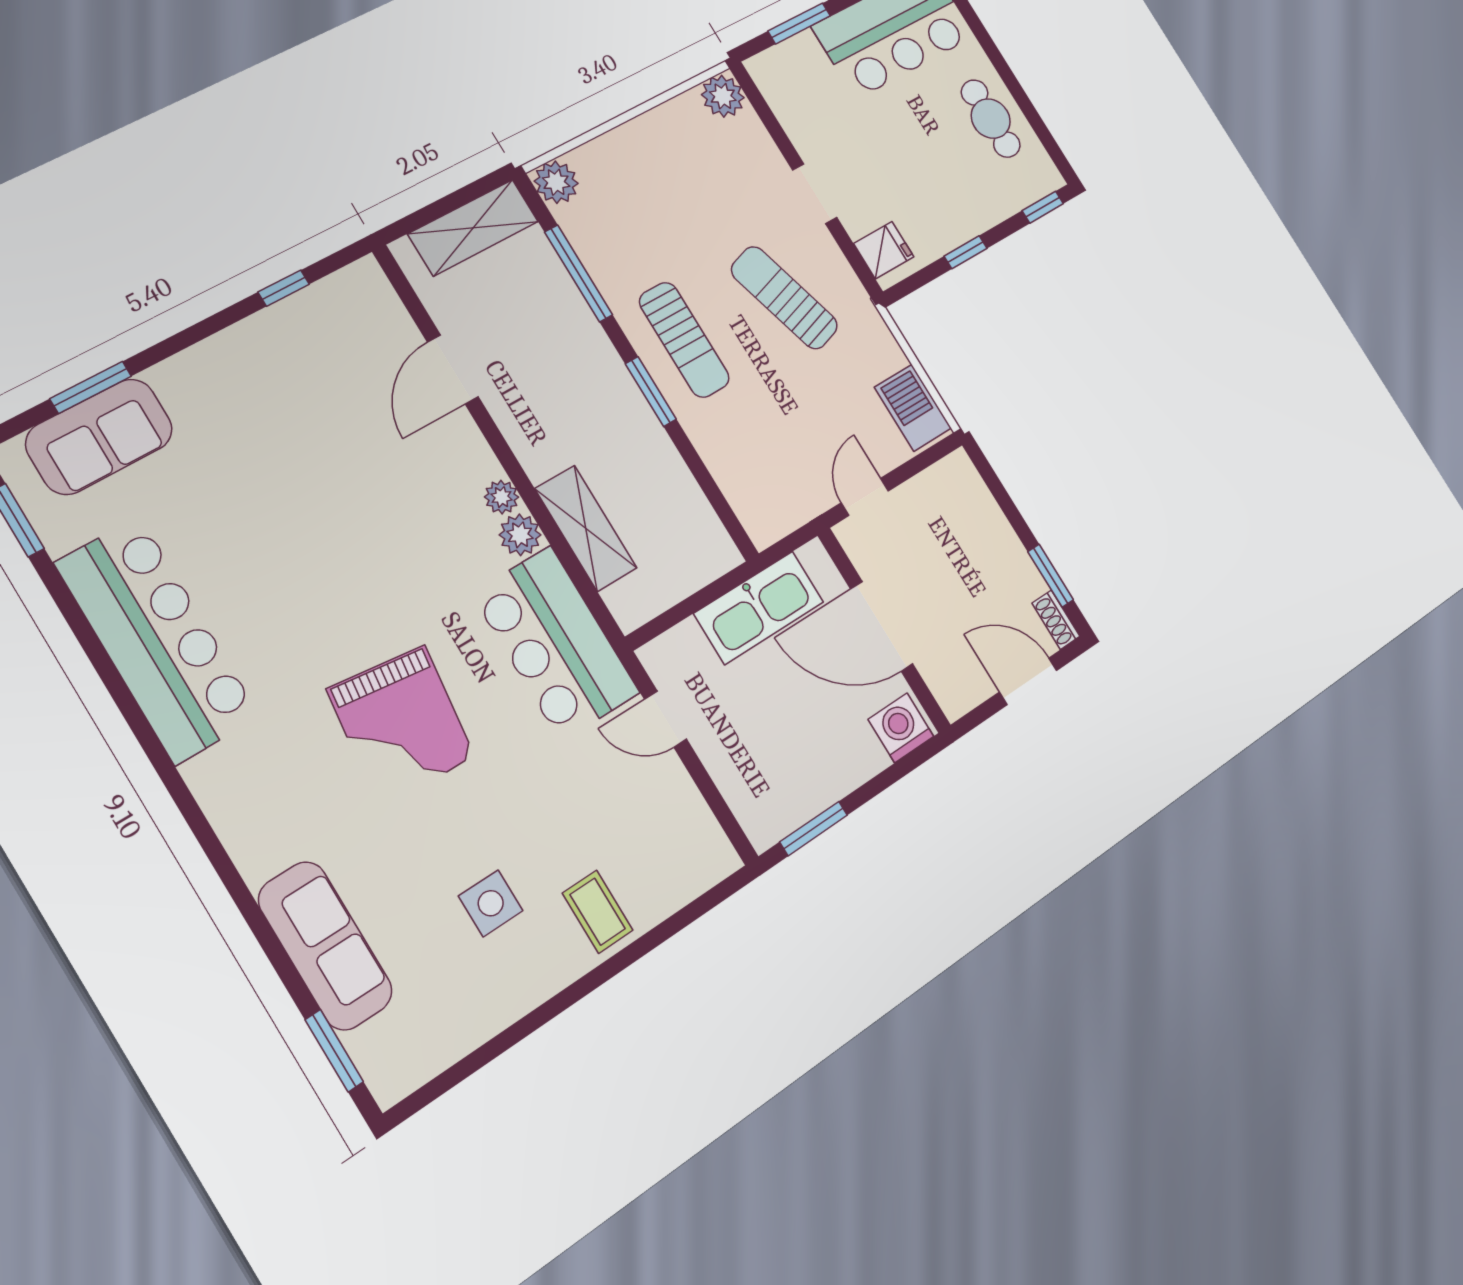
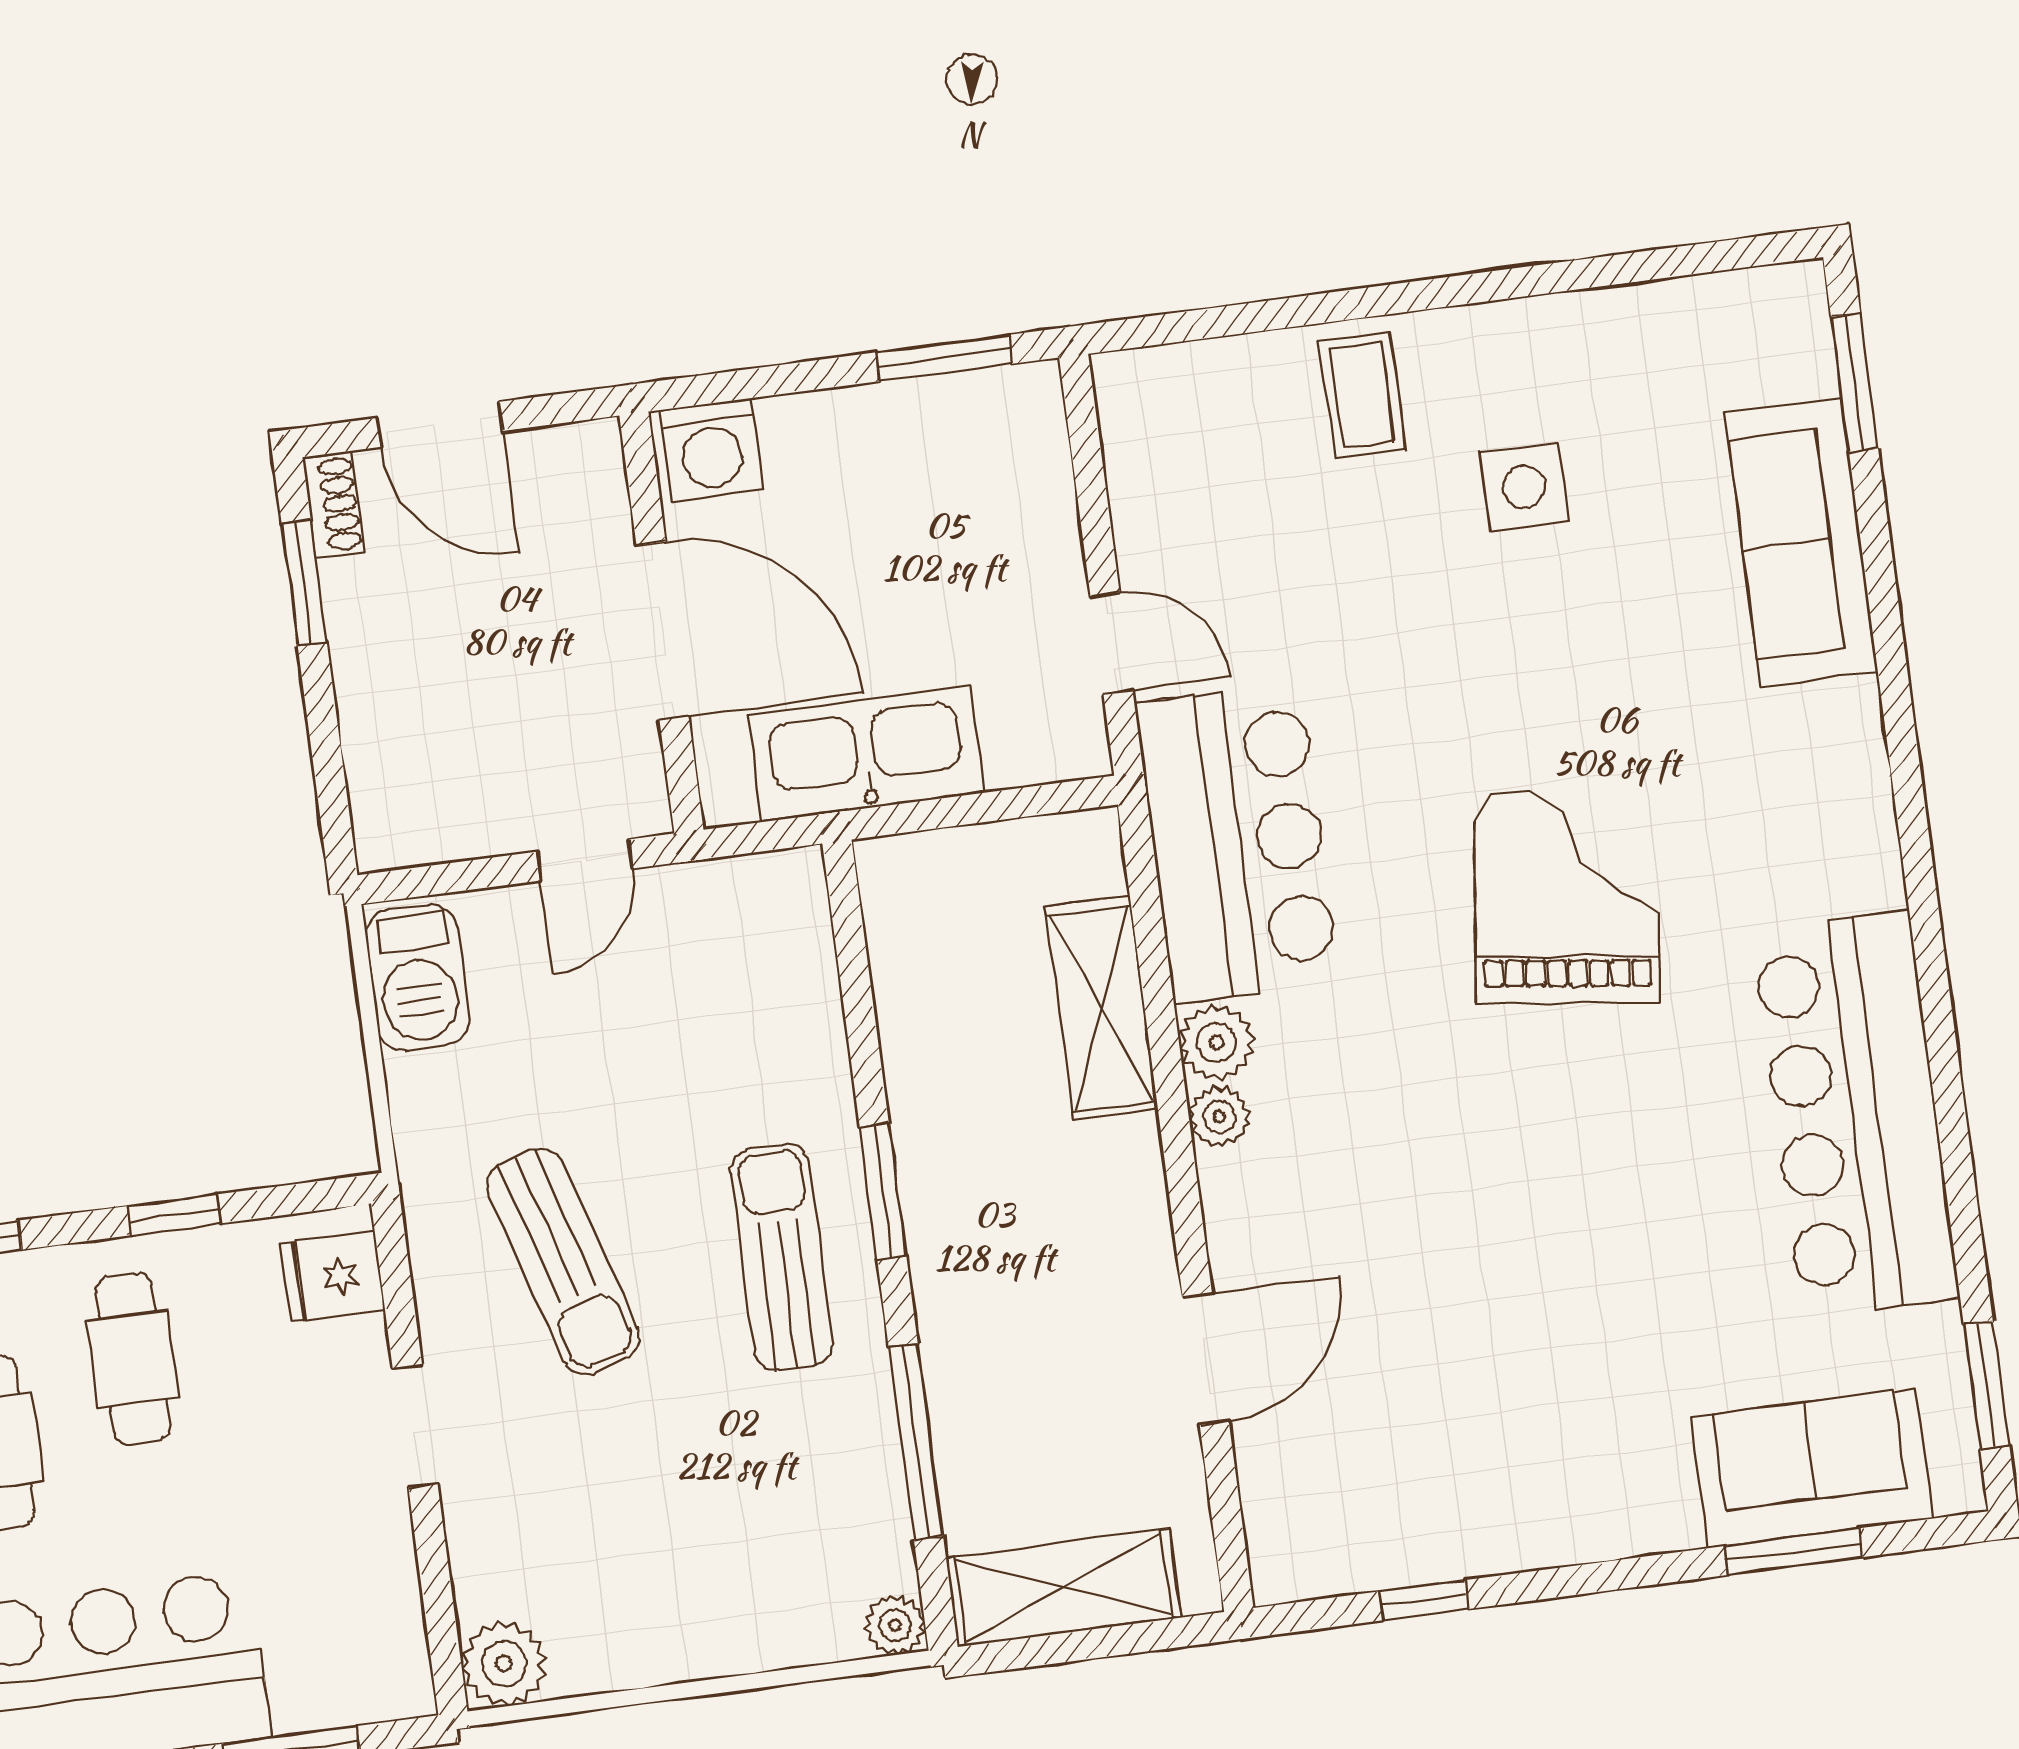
cafe table: (952, 179) -> (133, 1359), added
plant: (556, 182) -> (895, 1625), width x0.73, depth x0.73
grand piano: (401, 724) -> (1567, 897), moved

